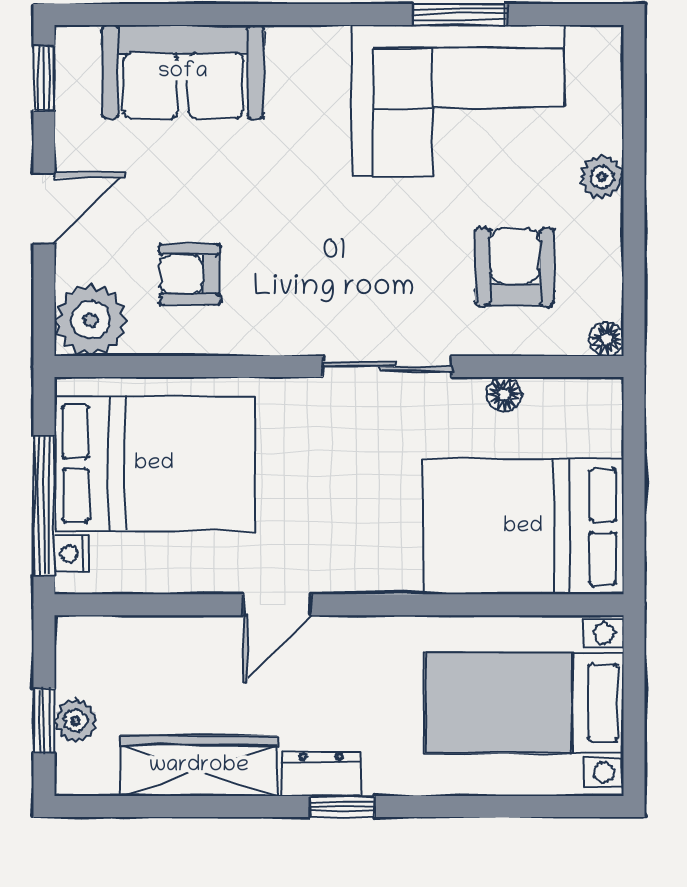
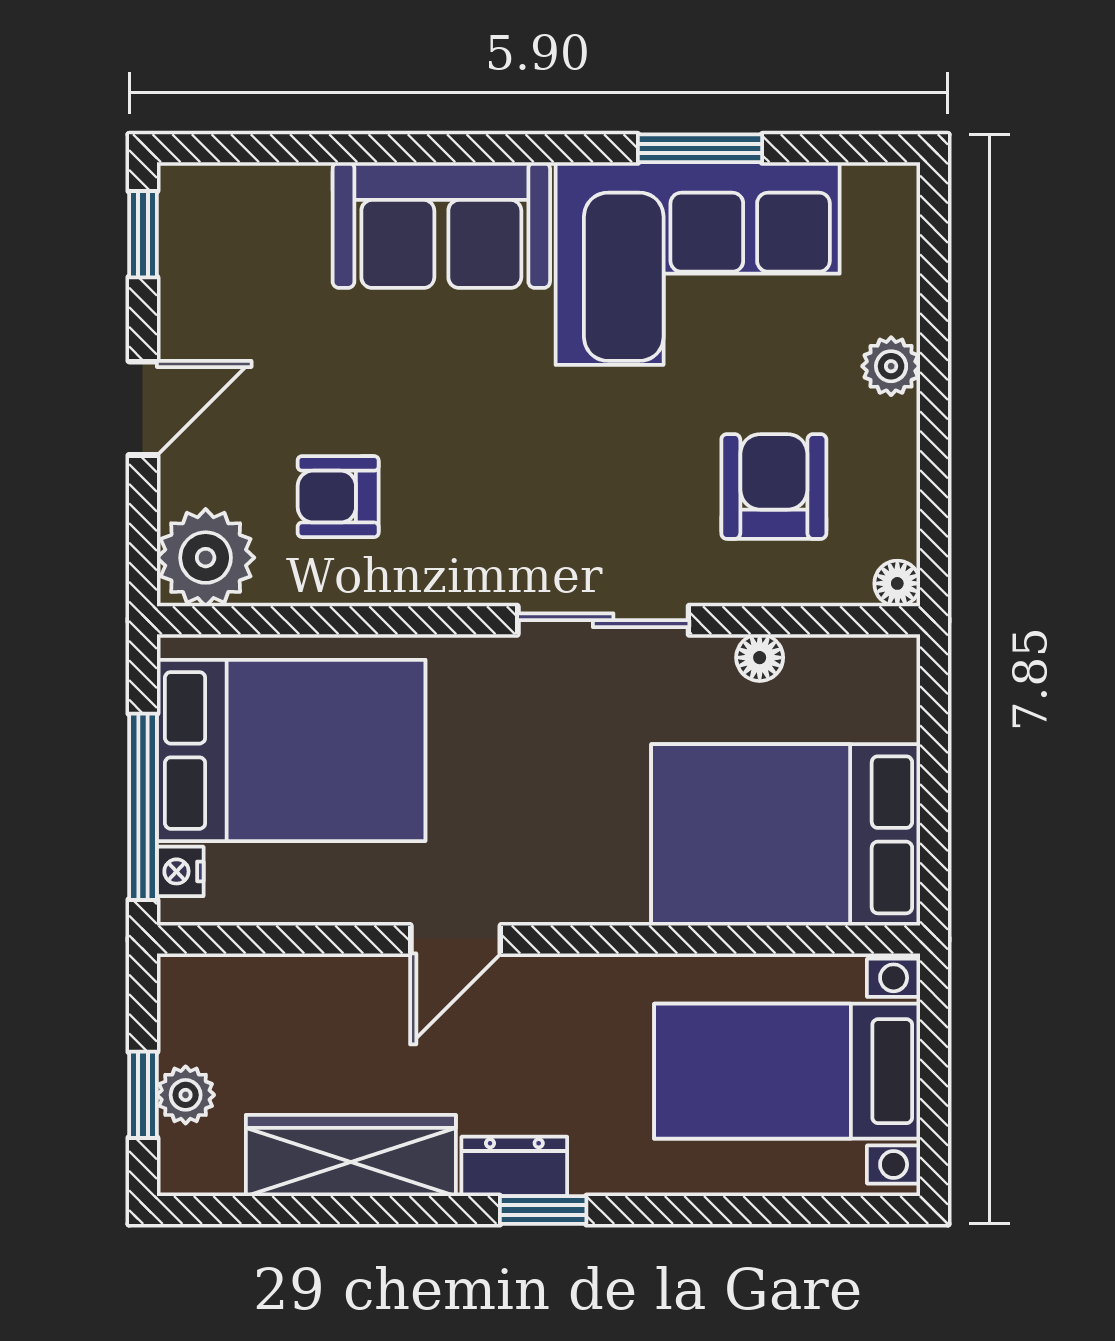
sofa: (183, 72) -> (441, 225), moved

